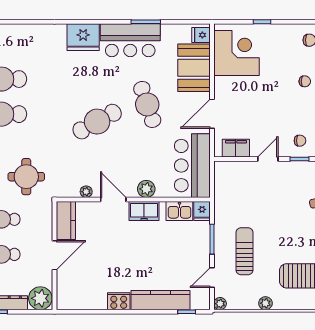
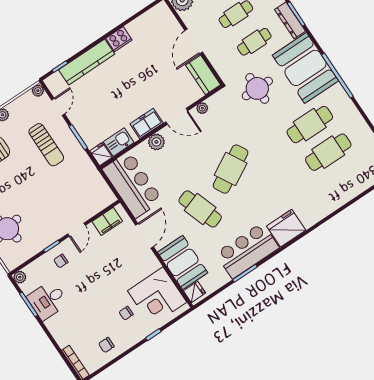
chair: (305, 81) -> (126, 313), moved

